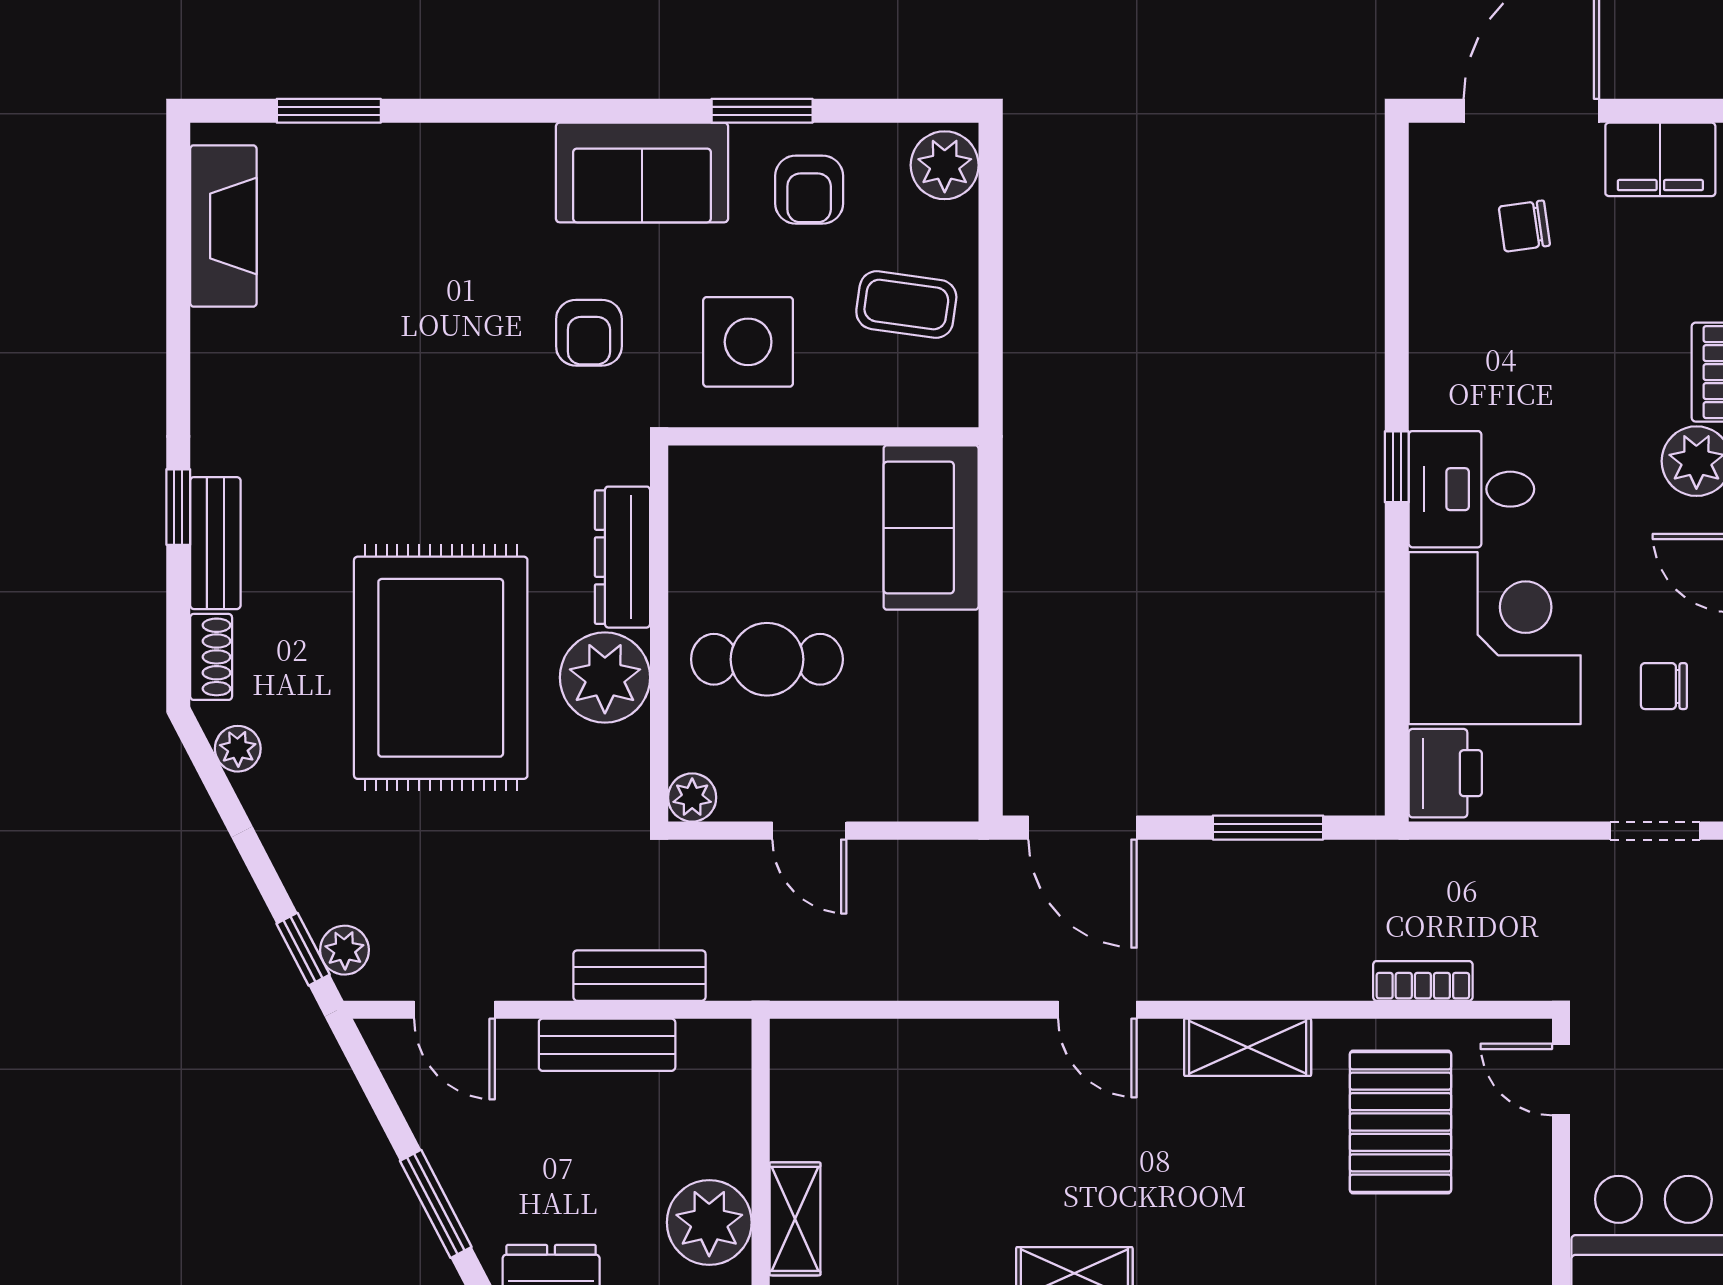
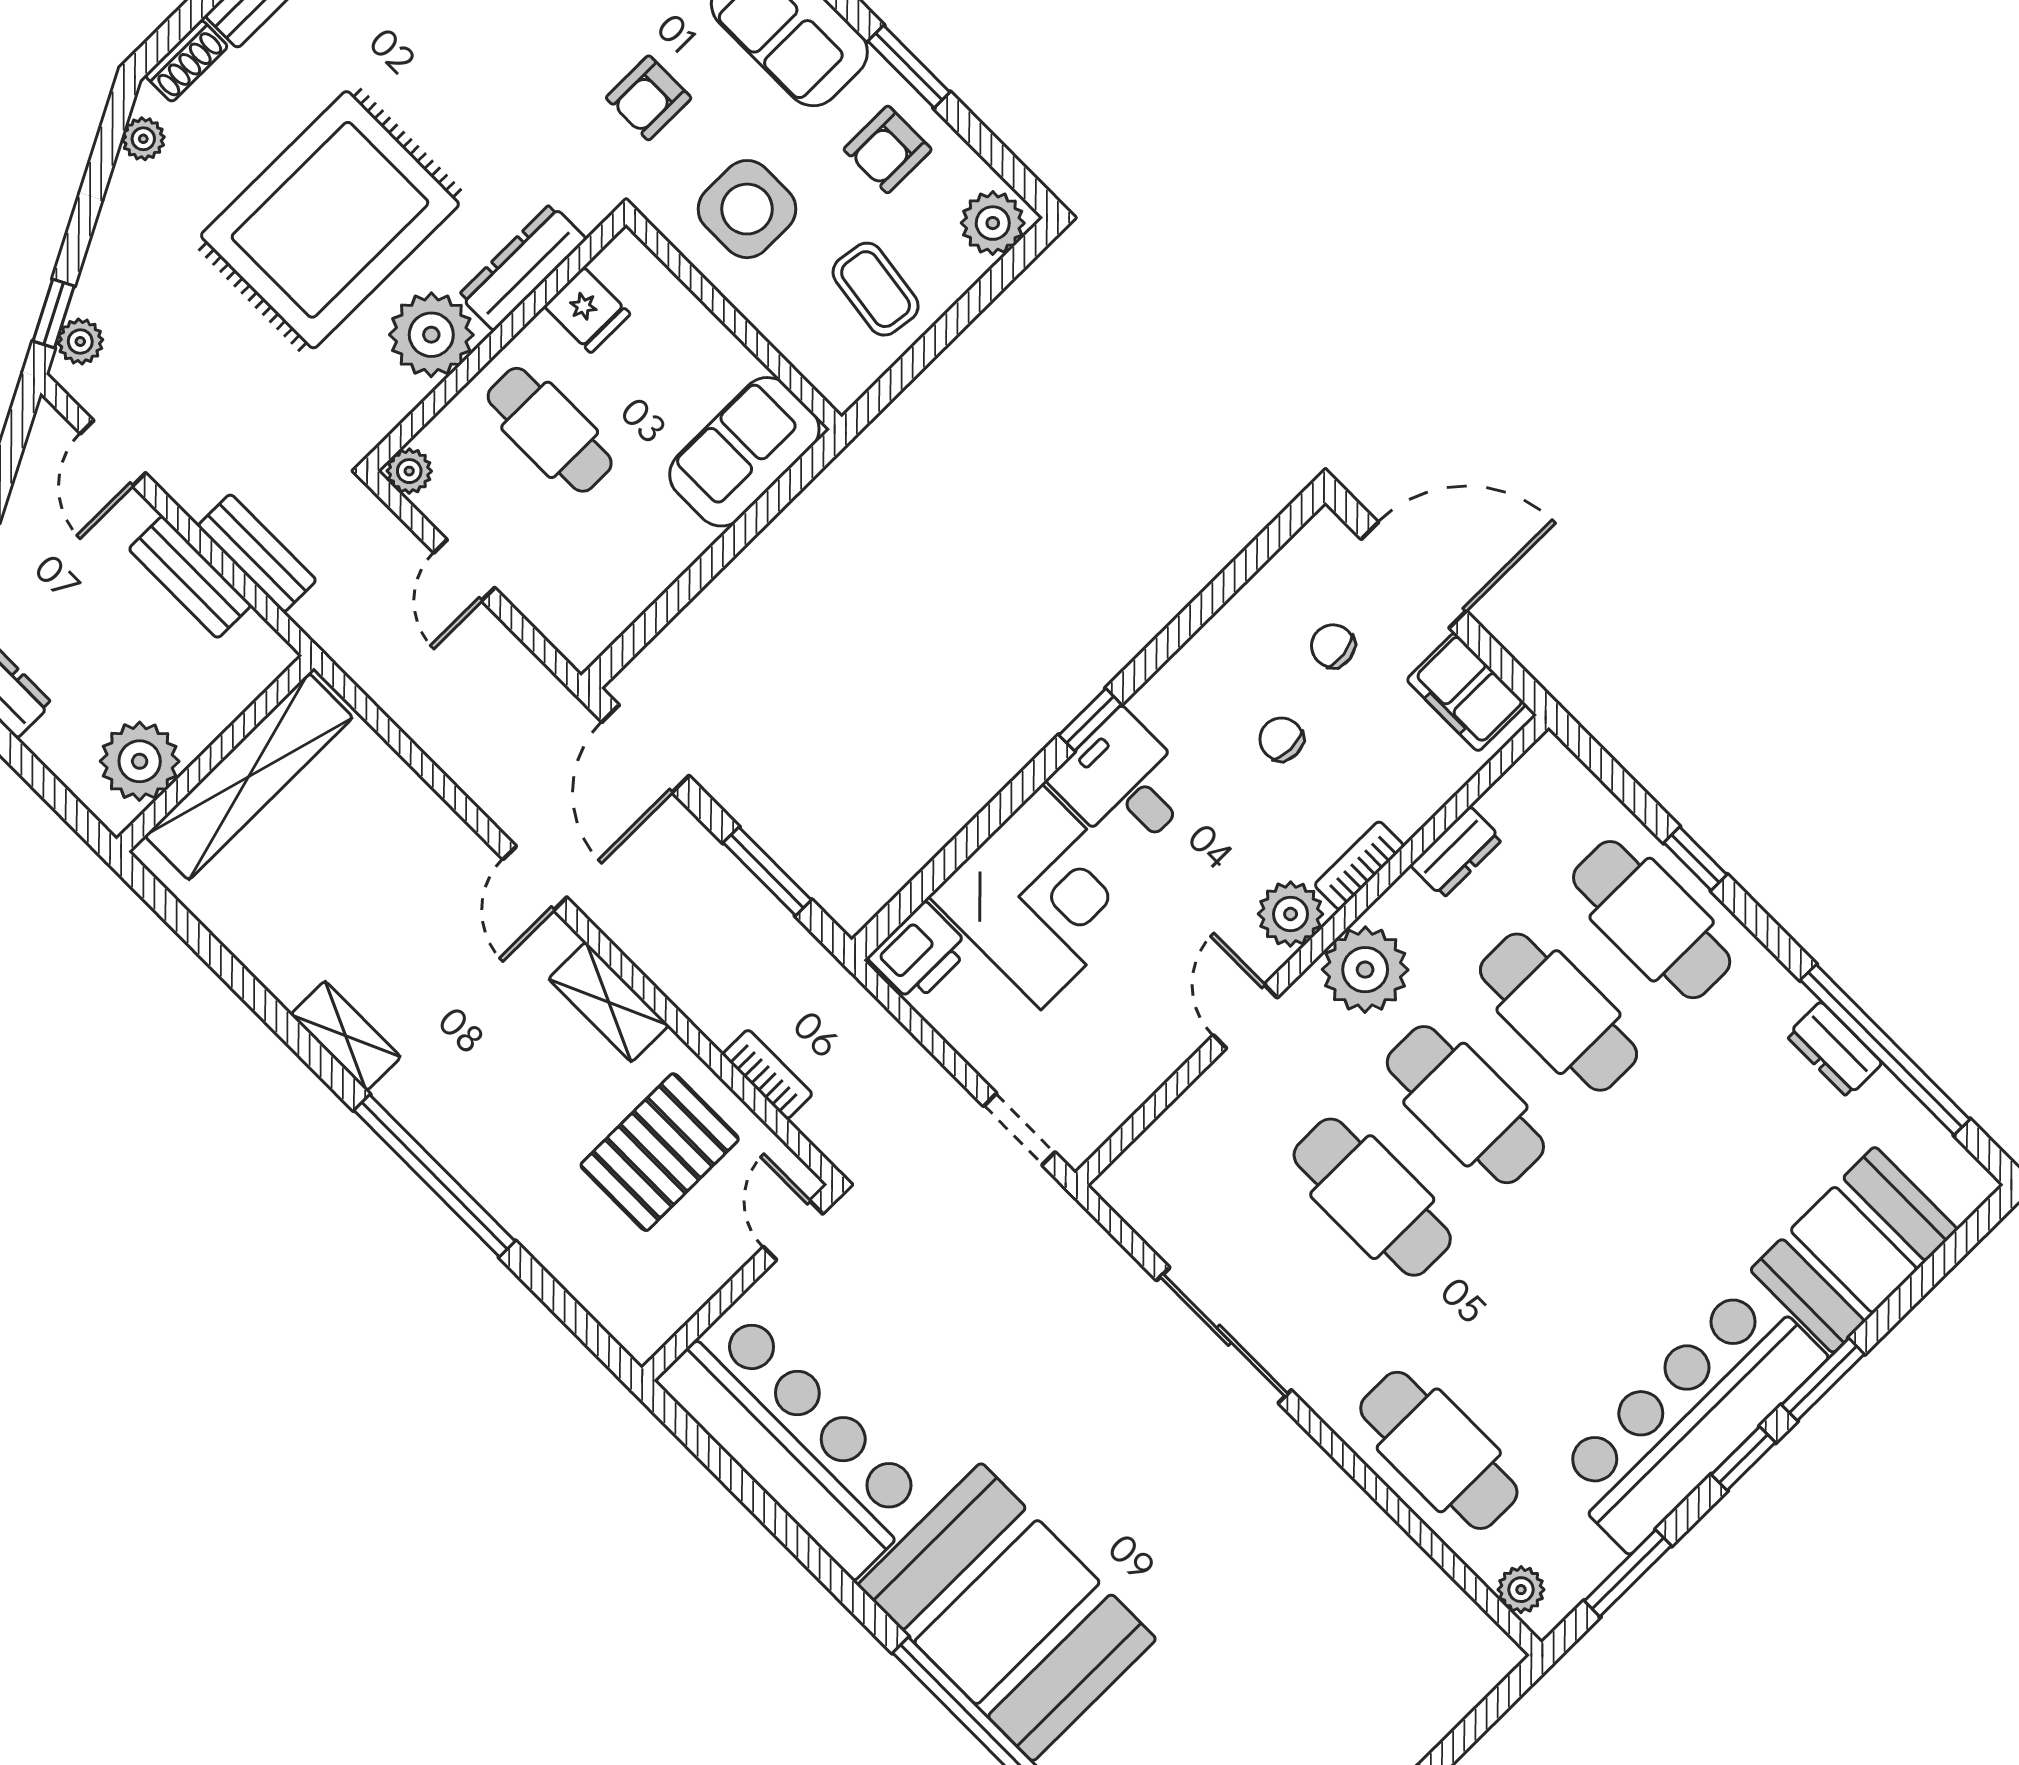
fridge: (704, 540) -> (587, 310), added
chair: (1664, 686) -> (1281, 739), moved
shelving: (795, 1219) -> (249, 777), width x2.20, depth x1.33

